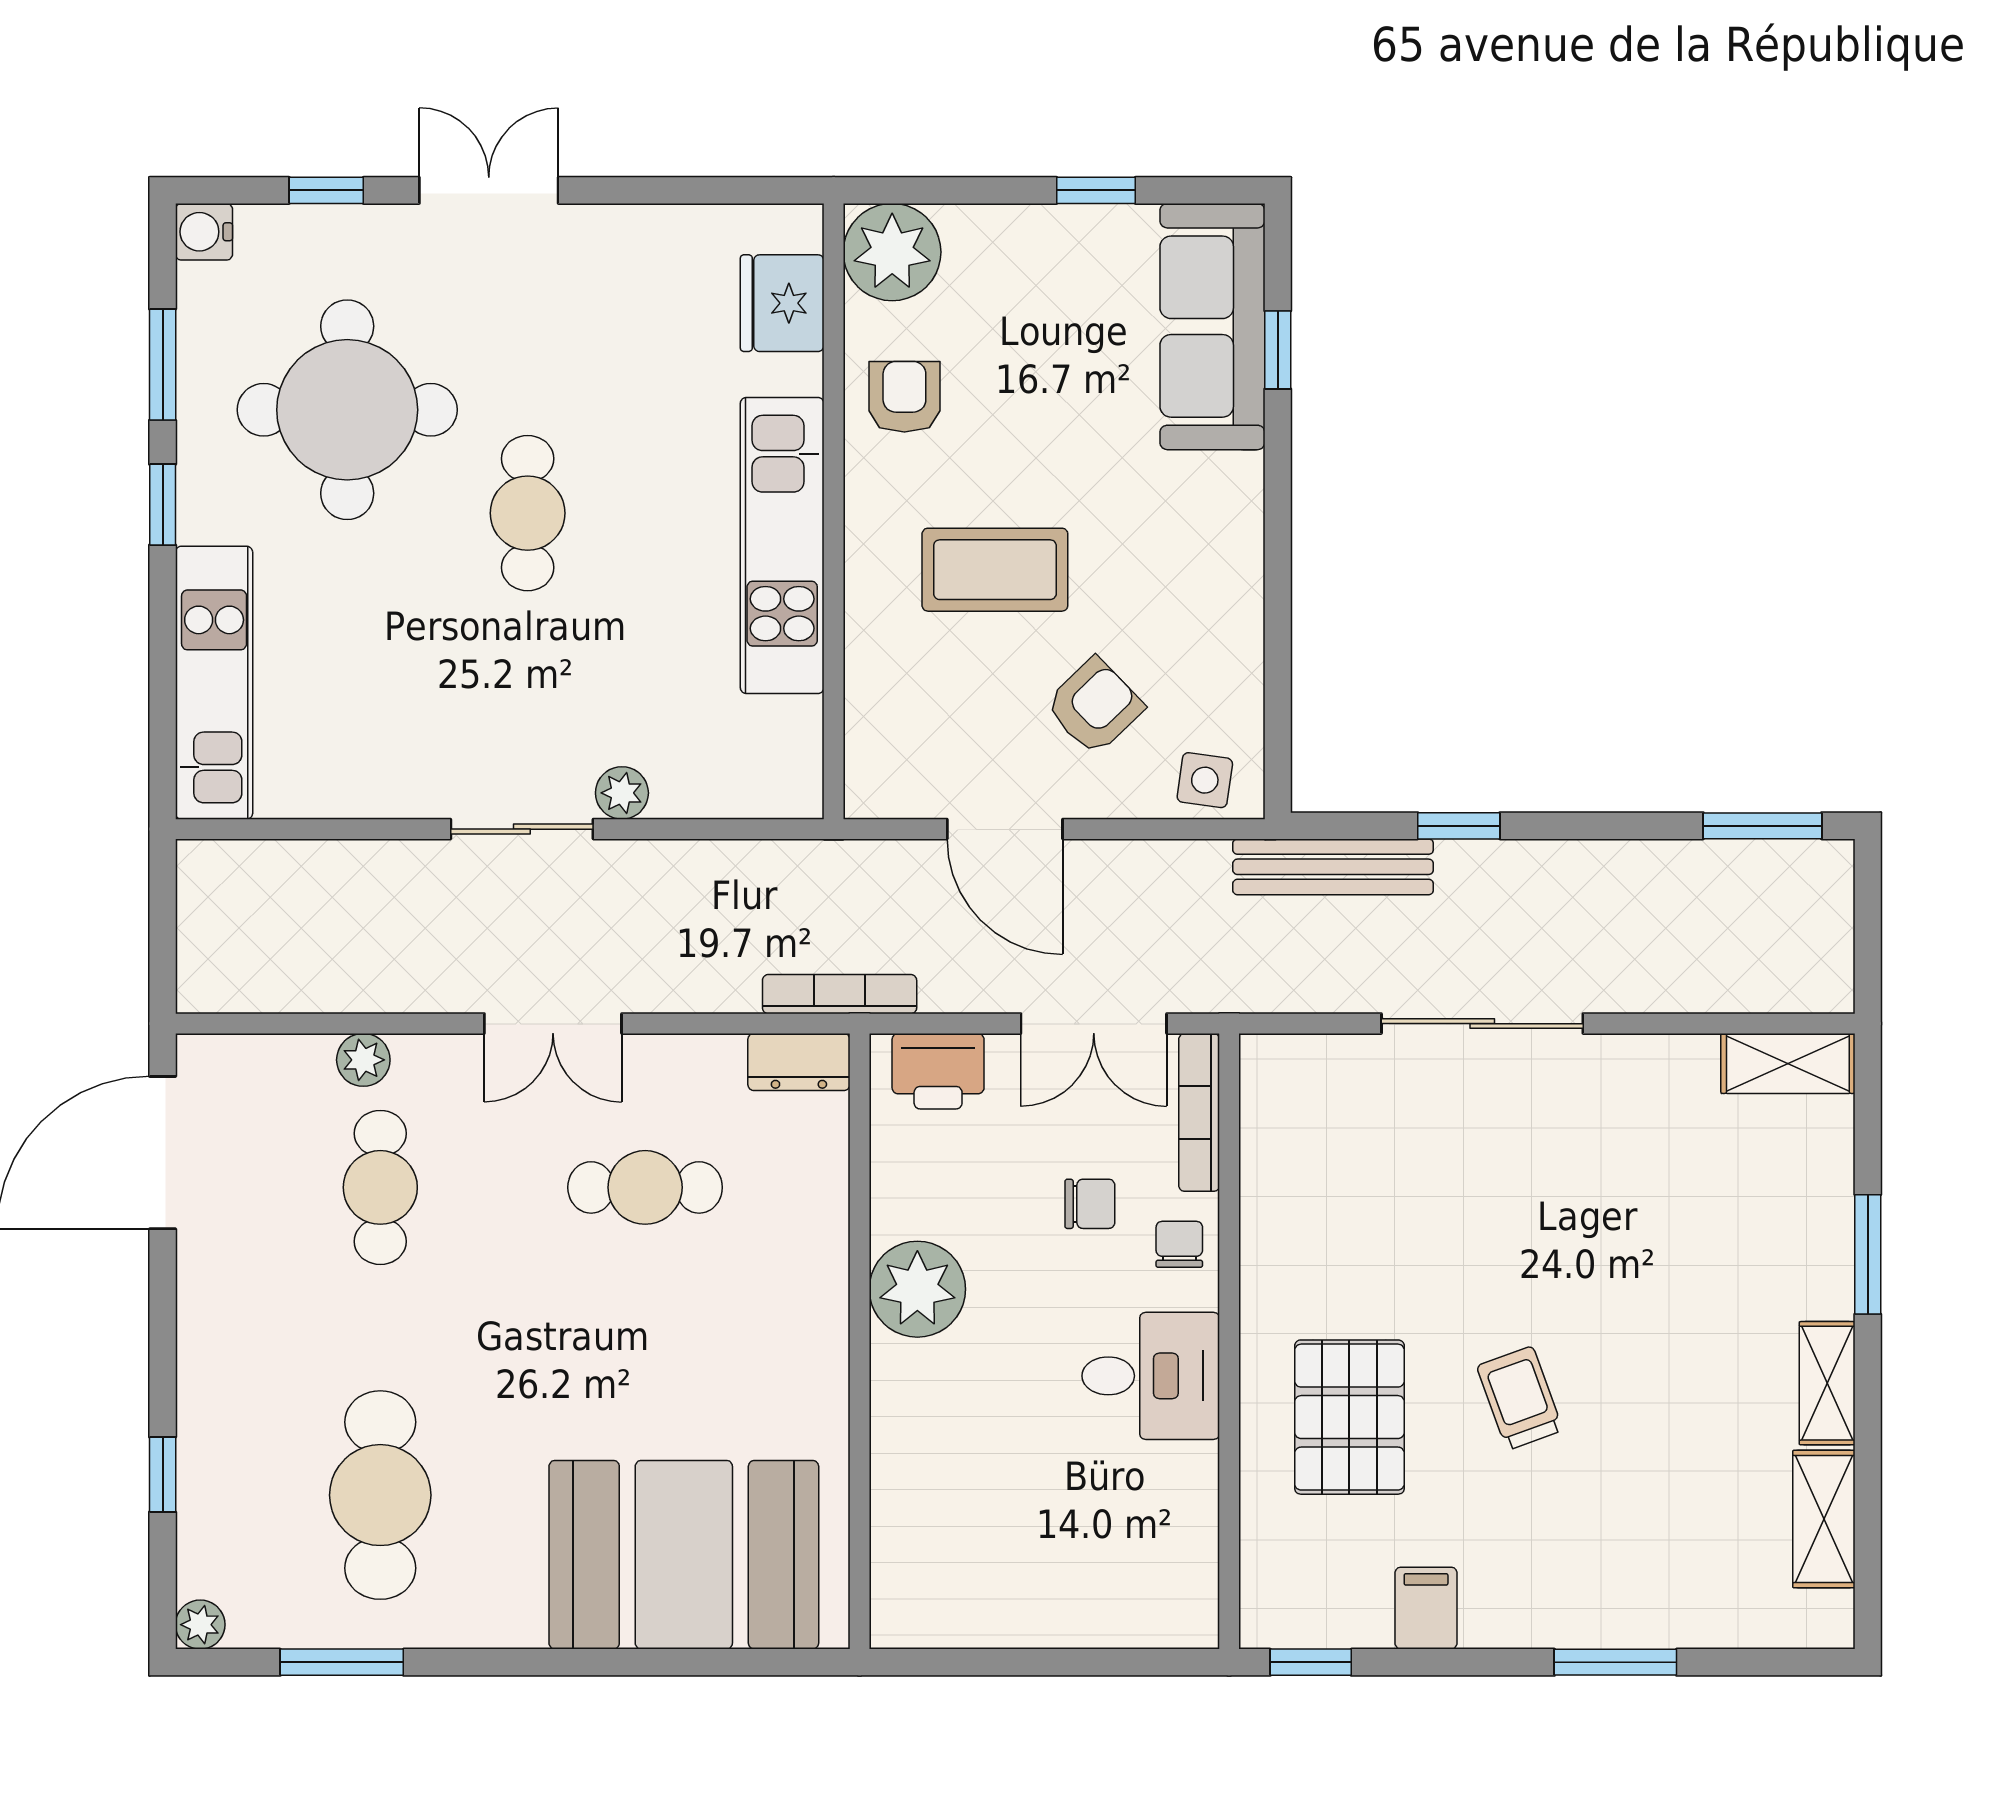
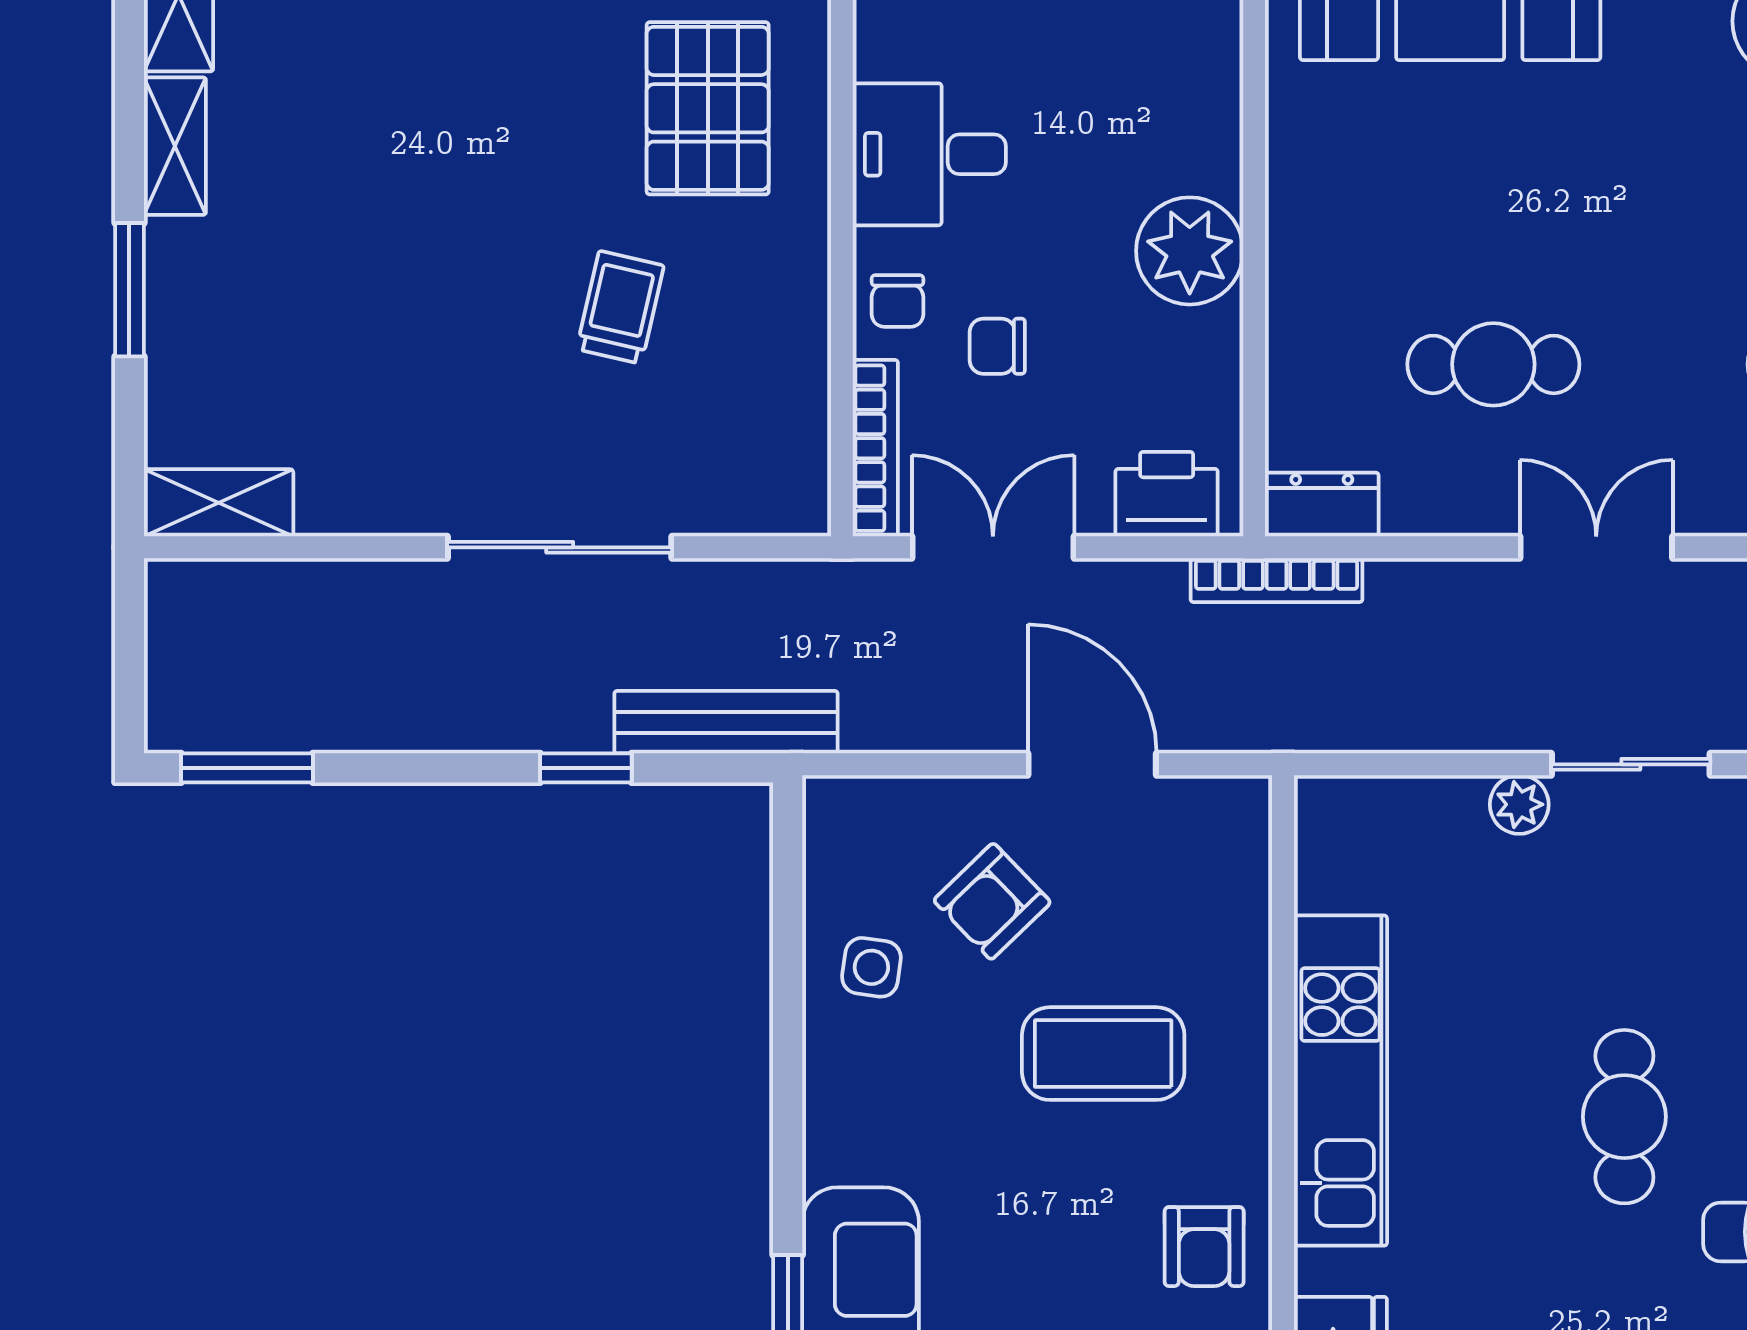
side table: (1205, 780) -> (871, 967), moved
trolley: (1520, 1398) -> (620, 307), moved, turned -147

